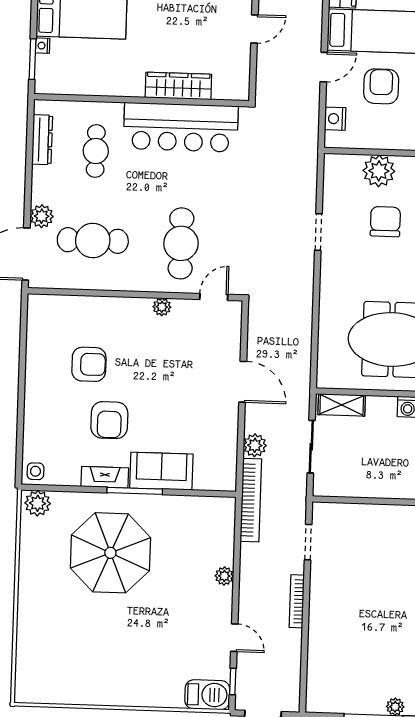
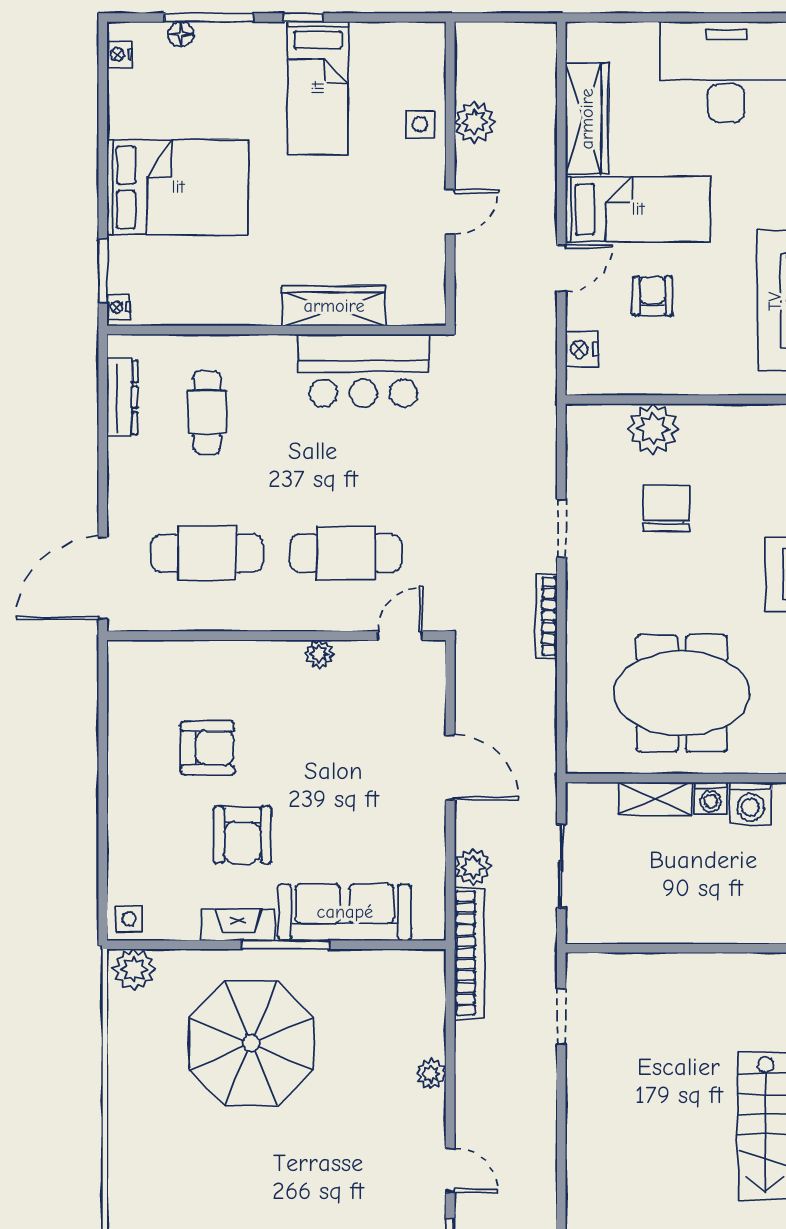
nightstand: (43, 46) -> (118, 307), moved
armchair: (381, 86) -> (652, 296), width x0.72, depth x0.72
bar counter: (181, 127) -> (363, 371), width x0.73
plant: (42, 216) -> (125, 518), removed
cafe table: (181, 243) -> (346, 553), turned 90
shelving: (342, 405) -> (655, 799), moved
sofa: (161, 471) -> (345, 912), width x1.36
bookcase: (297, 601) -> (546, 616), moved

